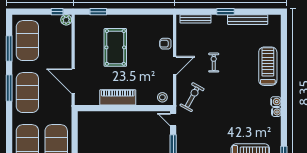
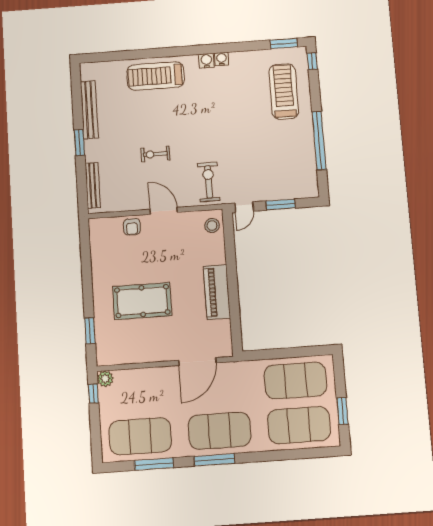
exercise bike: (192, 97) -> (209, 182), turned 61

